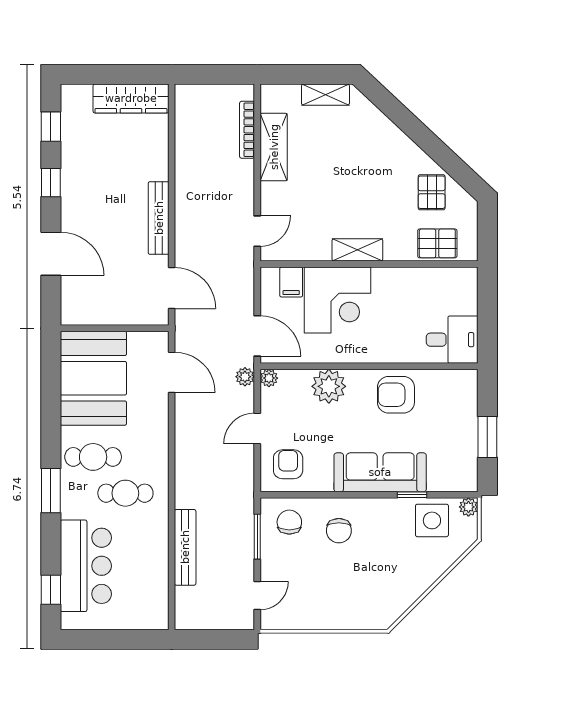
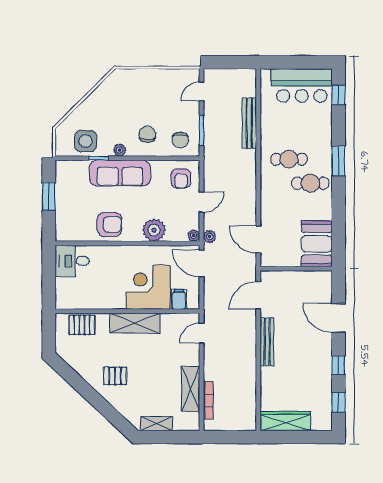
pallet: (432, 192) -> (115, 376), moved, turned 90
shelving: (357, 250) -> (135, 323), width x1.50, depth x1.33
door: (172, 288) -> (258, 295), hinge flipped
booth: (93, 378) -> (317, 244), width x0.73, depth x0.70
plant: (468, 507) -> (120, 150), moved
bar counter: (86, 566) -> (302, 85), moved, turned -90

